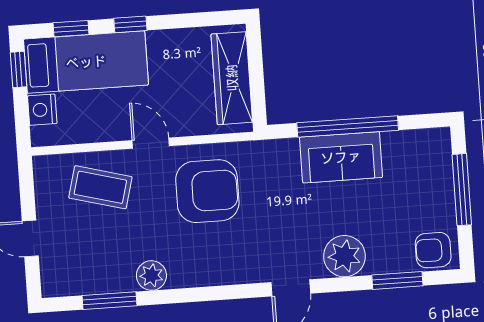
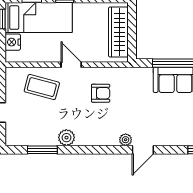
armchair: (207, 191) -> (101, 93), width x0.53, depth x0.53
plant: (344, 256) -> (126, 140), moved, width x0.53, depth x0.53

